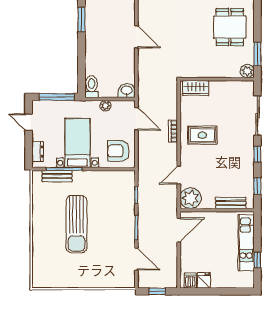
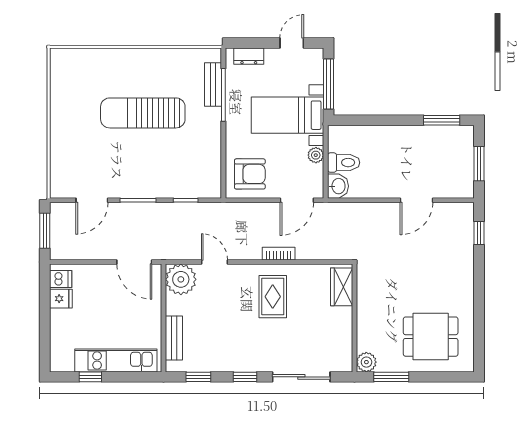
toilet: (92, 87) -> (344, 163), moved
bed with nightstands: (77, 143) -> (288, 115), moved, turned 180
armchair: (118, 151) -> (250, 174), turned 90
window: (157, 291) -> (45, 231), width x1.50

